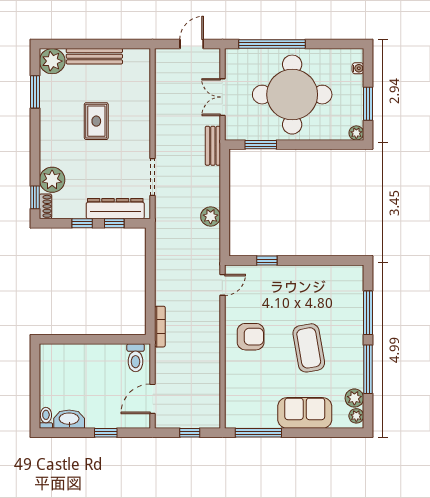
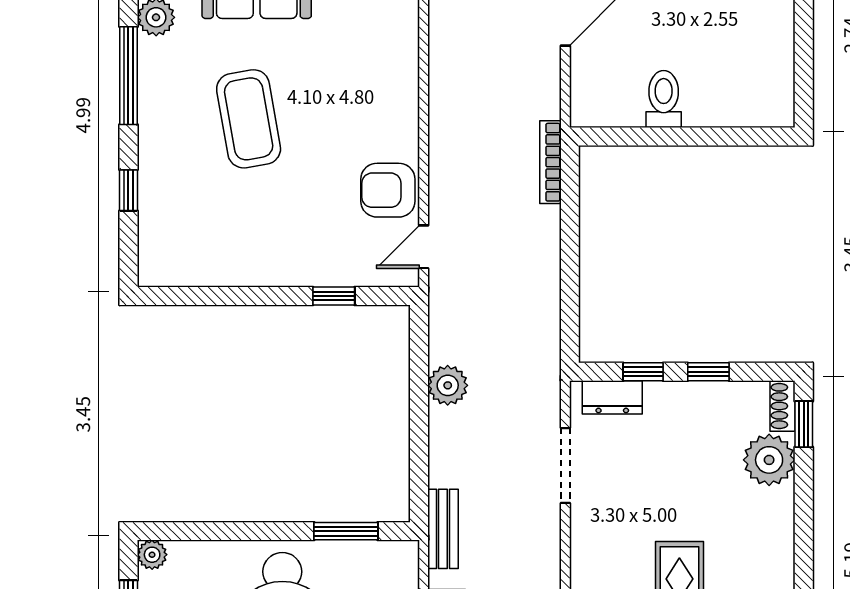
dresser: (115, 209) -> (612, 397), width x0.51, depth x0.80
window: (368, 313) -> (128, 190), width x0.46
armchair: (251, 337) -> (388, 190), moved
toilet: (136, 358) -> (664, 99), moved

